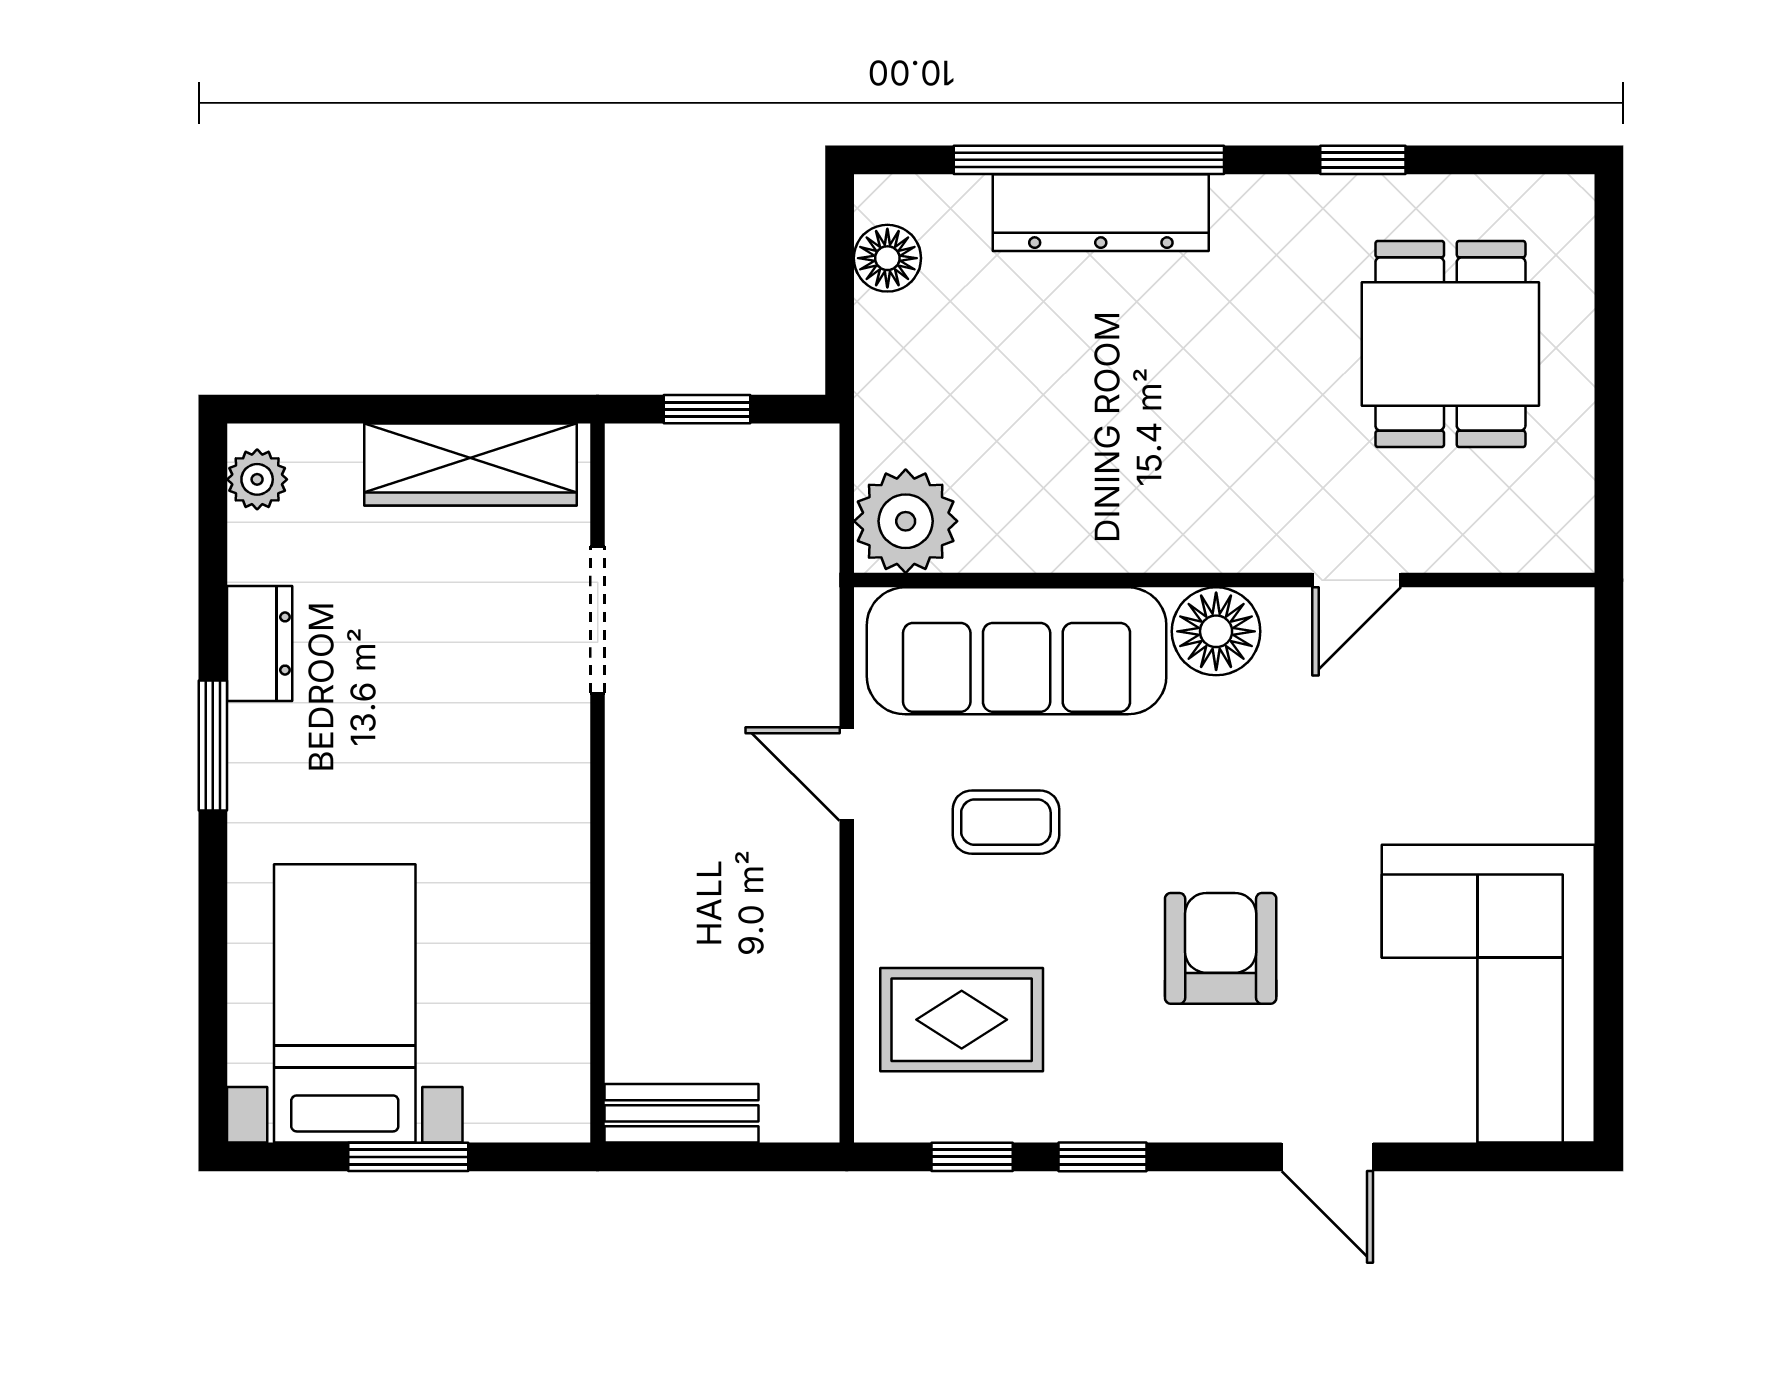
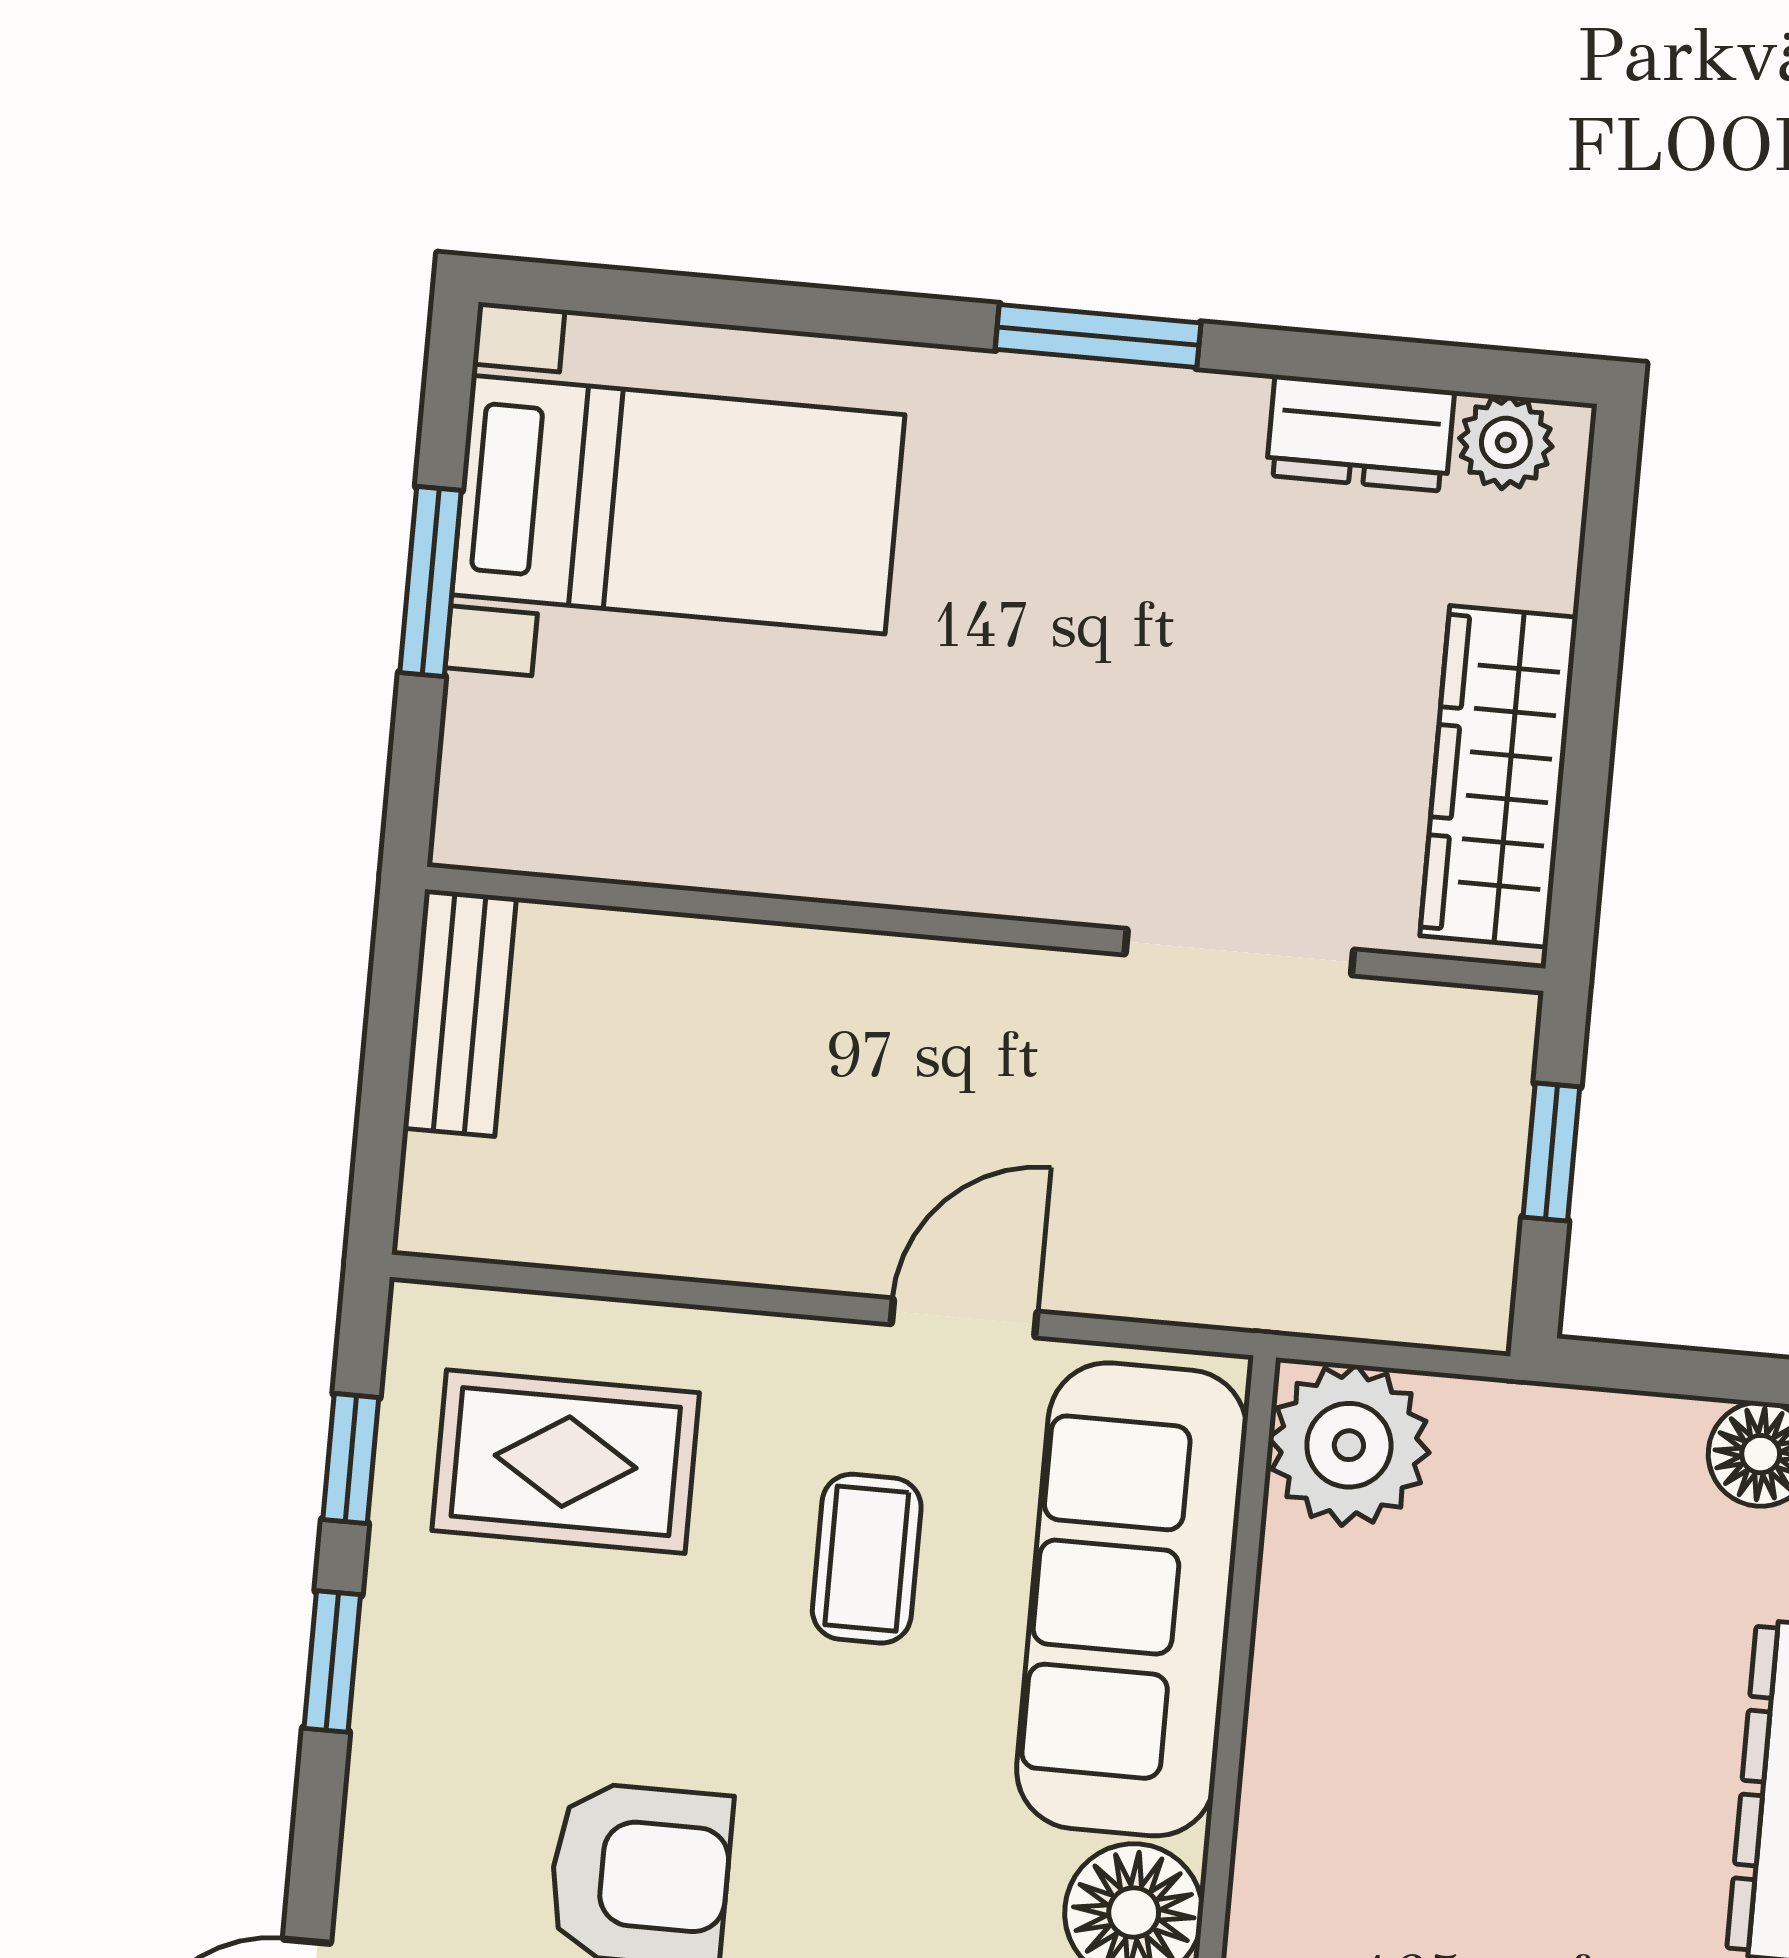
dresser: (260, 643) -> (1360, 433), moved
rug: (962, 1020) -> (566, 1462), turned 90

